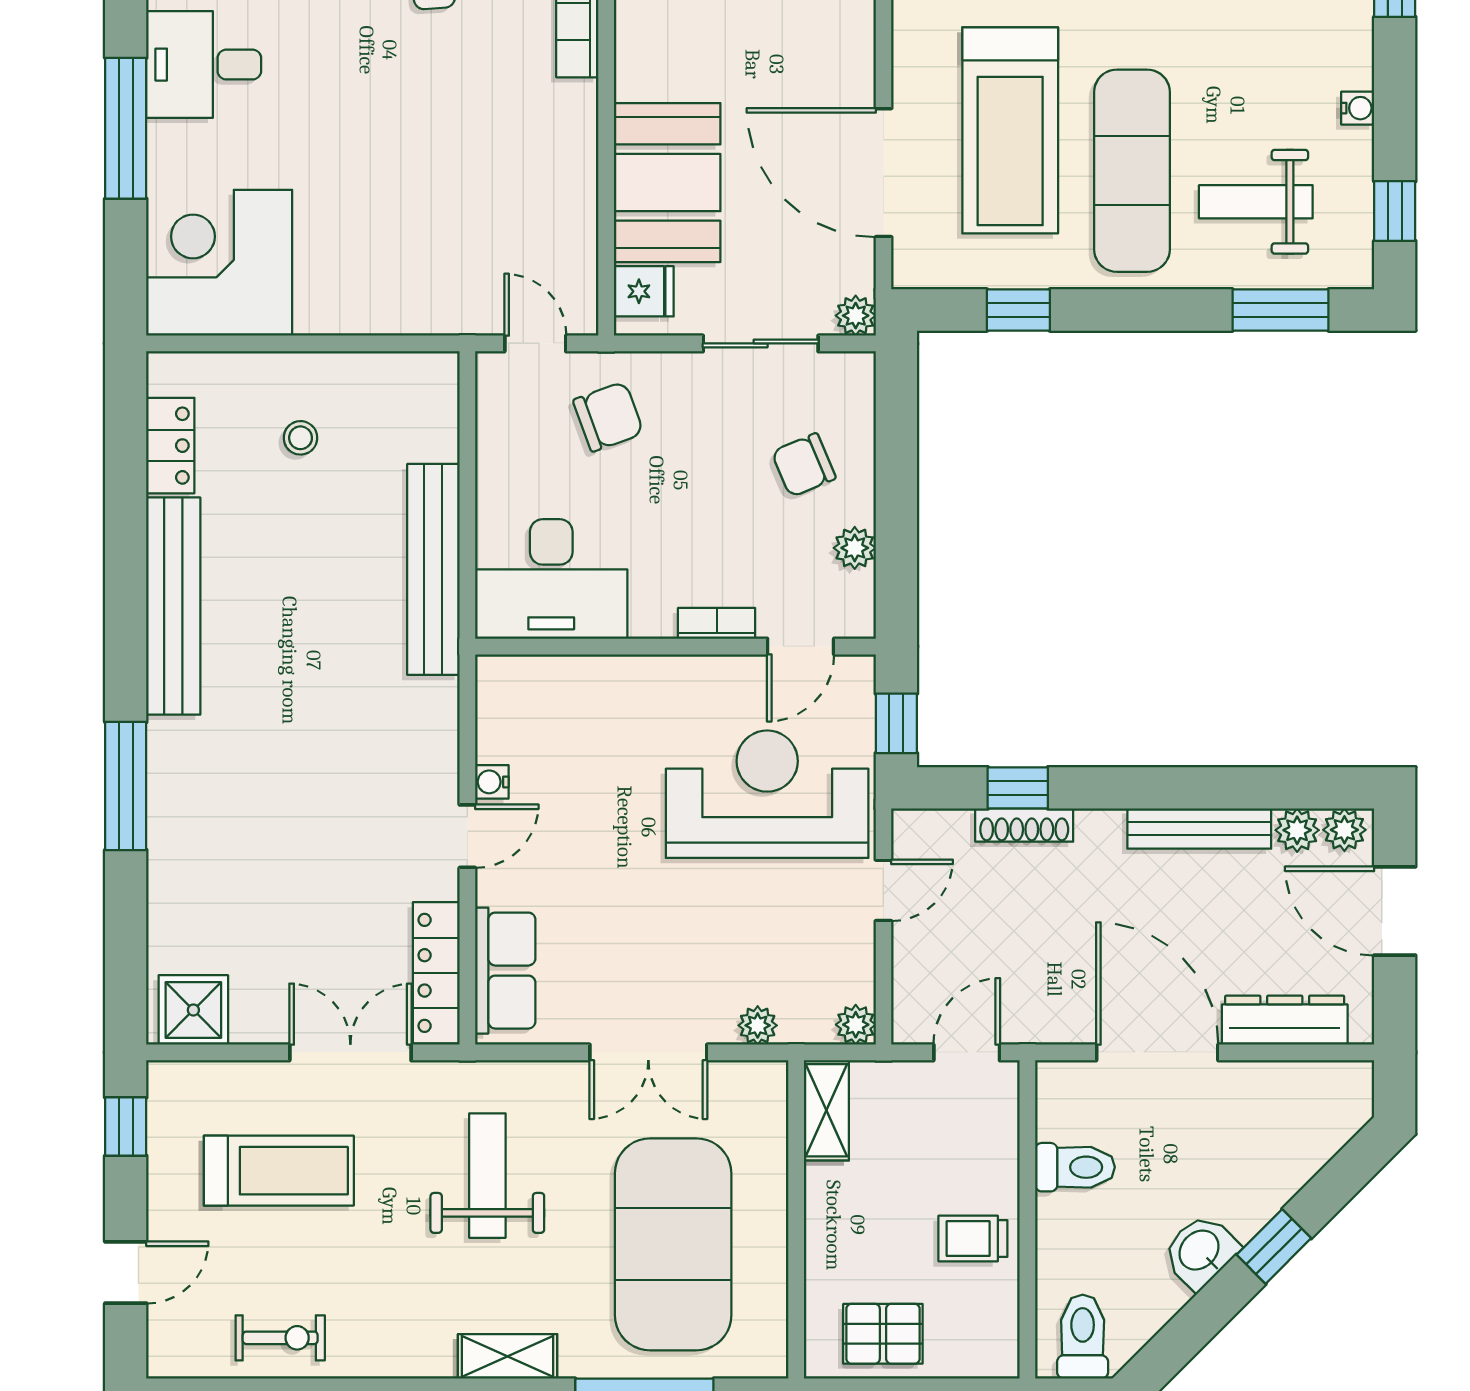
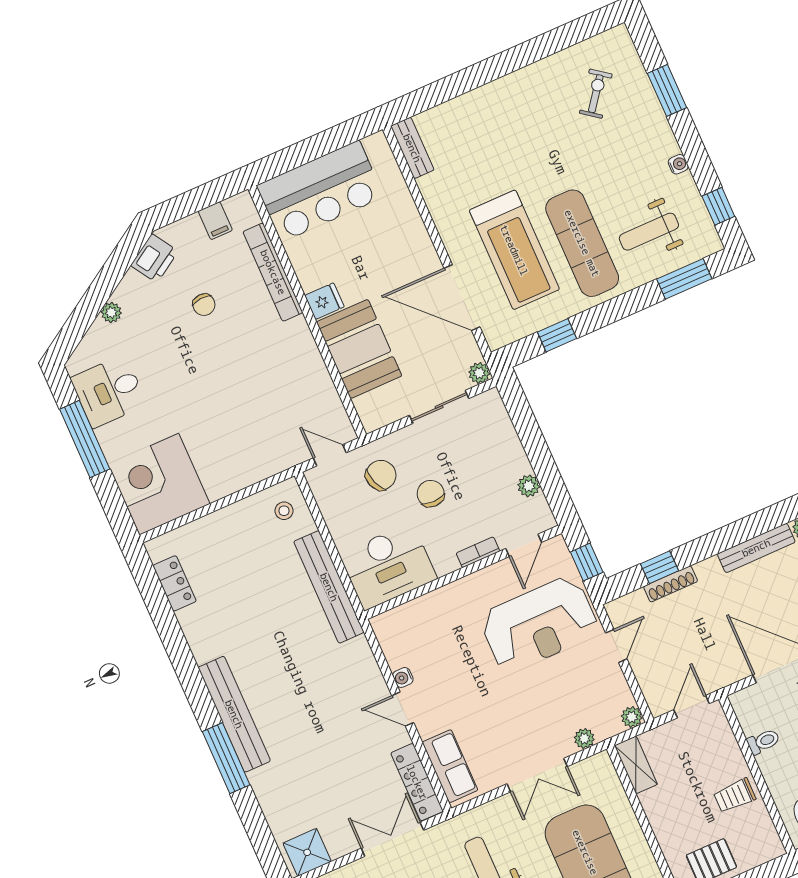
fridge: (644, 291) -> (324, 301), moved
stool: (301, 438) -> (284, 511), moved
chair: (804, 465) -> (431, 494), moved, turned 113
bench: (173, 606) -> (234, 714), moved
reception desk: (767, 794) -> (539, 624), turned 180
door: (467, 836) -> (403, 709), swing flipped
toilet: (1075, 1167) -> (763, 741), width x0.73, depth x0.72

